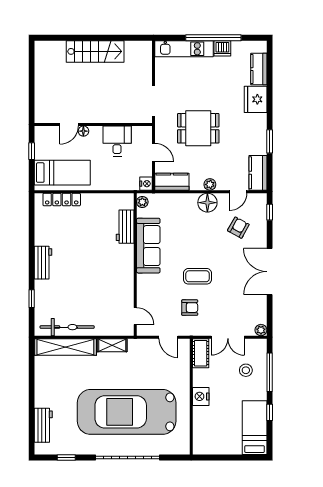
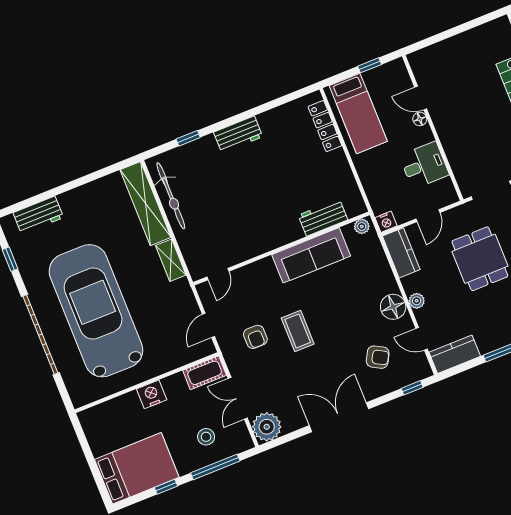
plant: (261, 330) -> (267, 427), width x1.88, depth x1.88
bed: (255, 428) -> (137, 468), width x1.50

